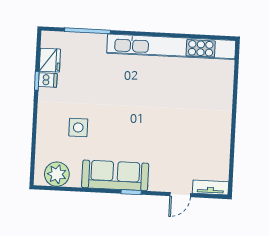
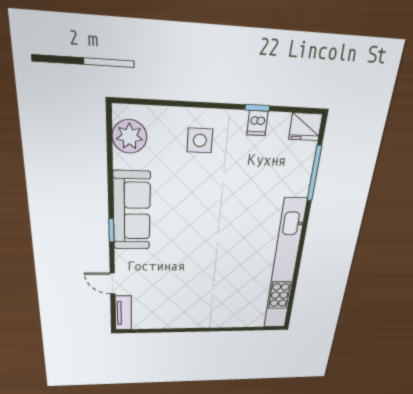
fridge: (50, 60) -> (306, 127), moved
side table: (78, 127) -> (200, 140), moved

